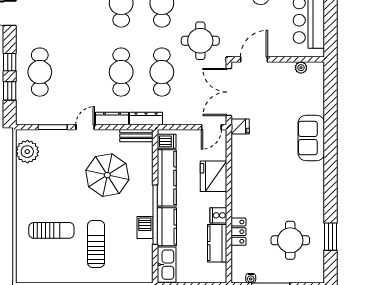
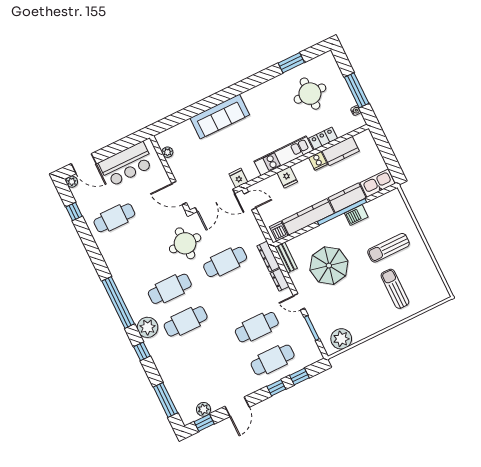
cafe table: (121, 72) -> (257, 327), moved
dresser: (112, 119) -> (280, 280), width x0.70
sofa: (311, 138) -> (220, 116), width x1.36
fridge: (214, 176) -> (287, 177), width x0.53, depth x0.75
kitchen unit: (240, 183) -> (284, 156), added

